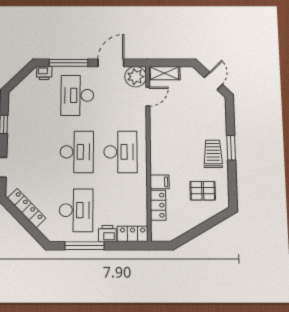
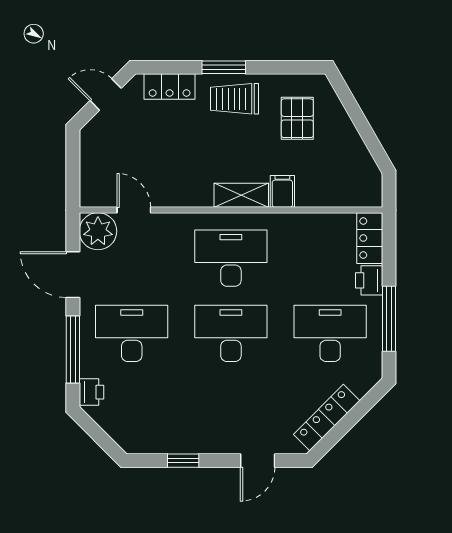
shelving: (164, 73) -> (241, 195), moved, turned 90
desk: (77, 95) -> (132, 333), turned 180
locker: (158, 205) -> (170, 87), moved, turned 180

